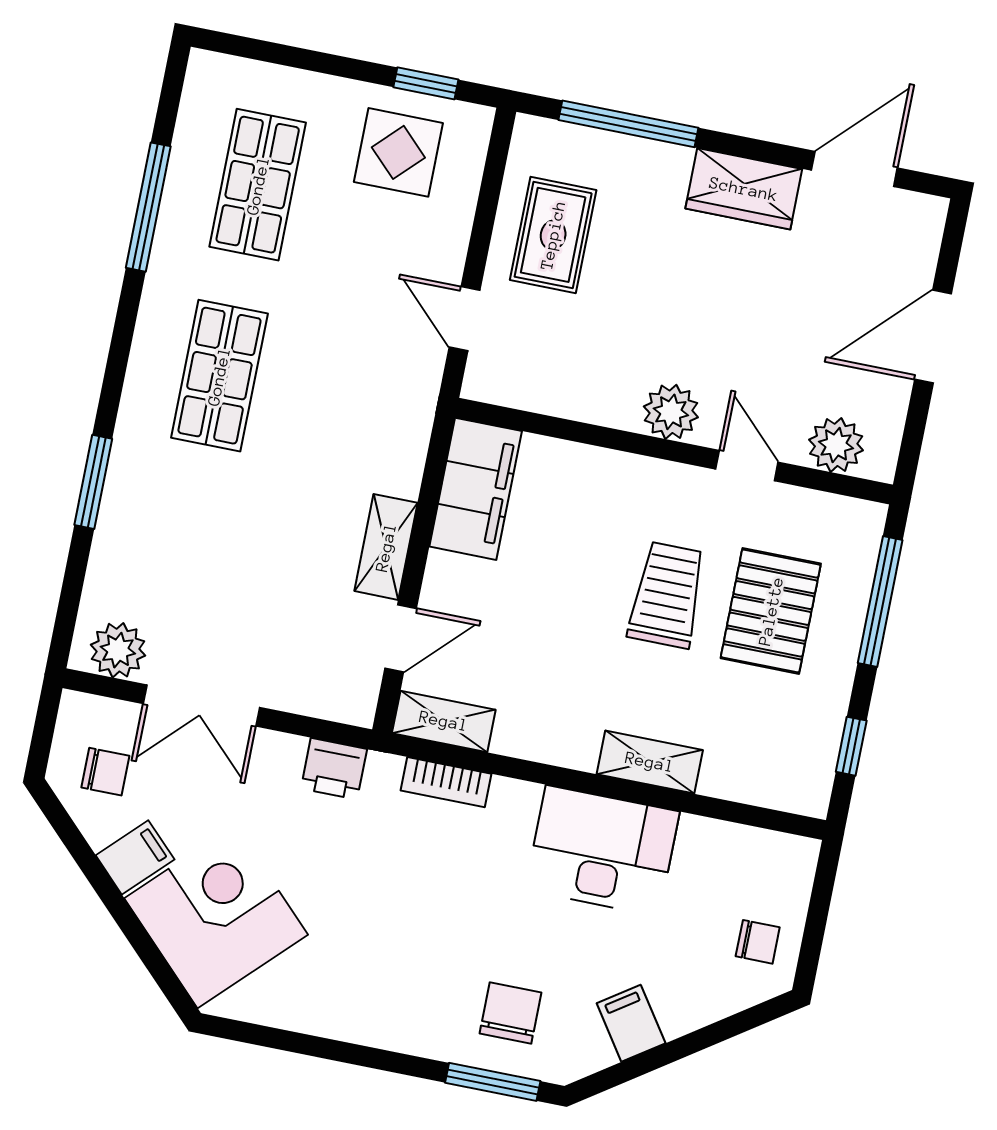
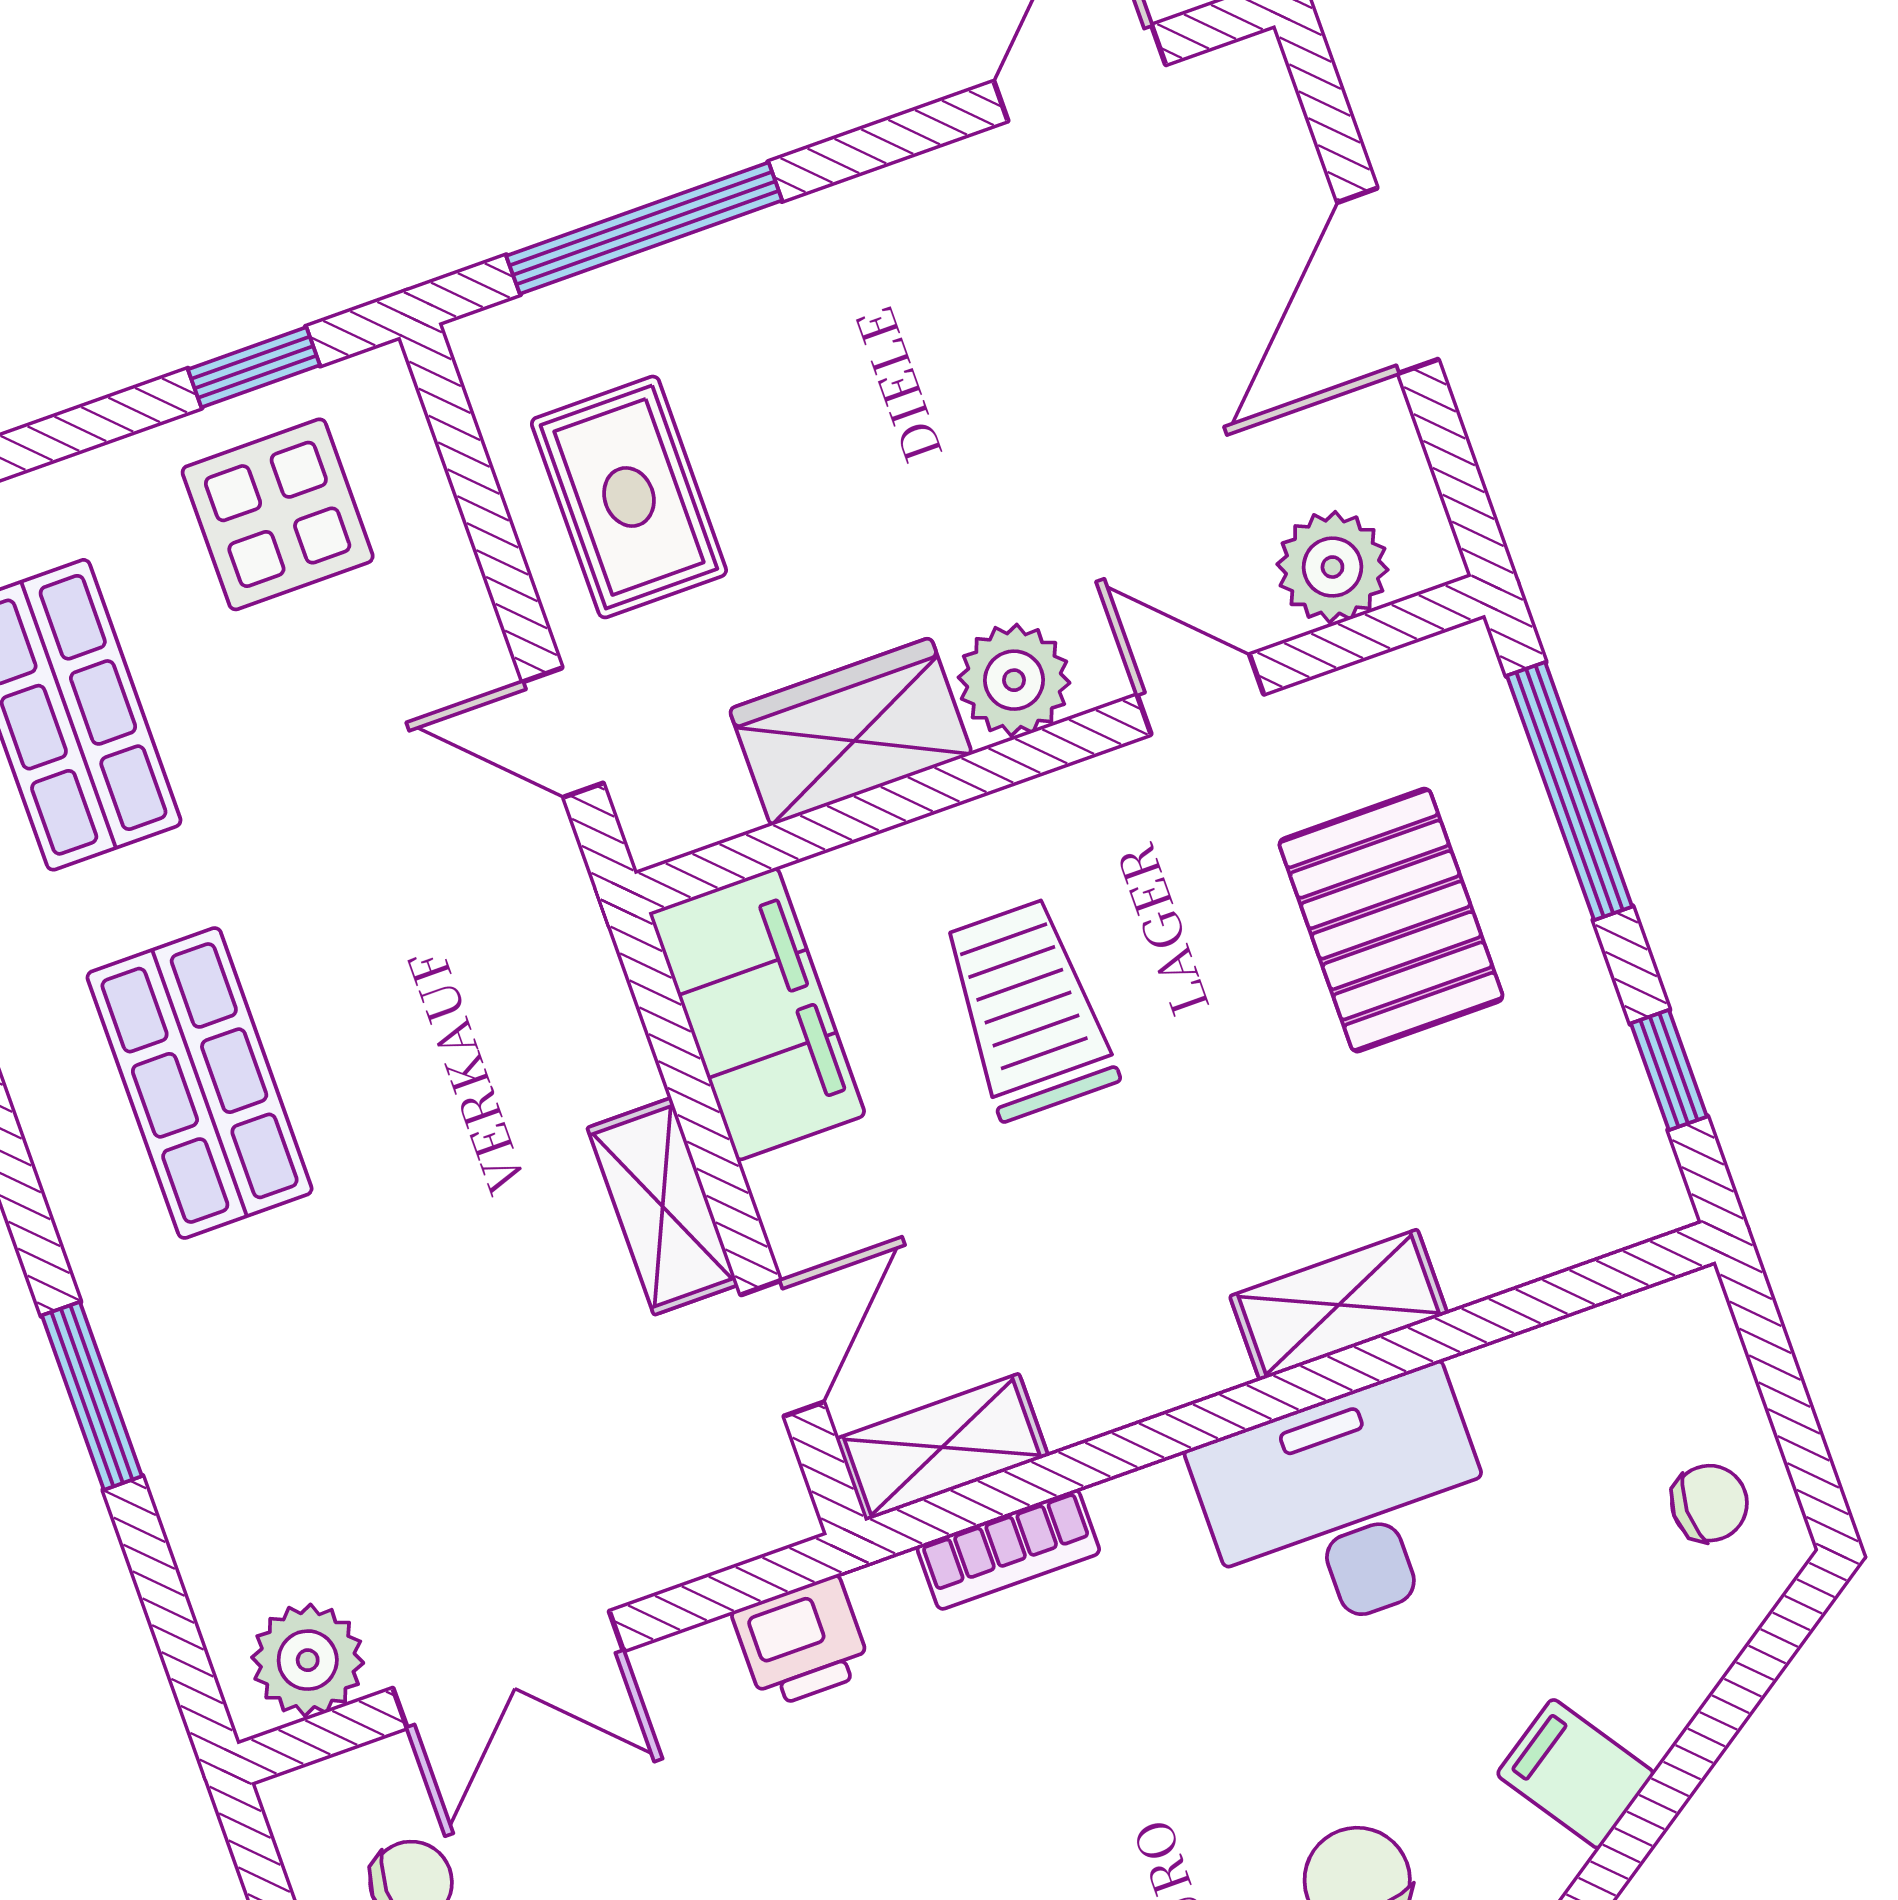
wardrobe: (744, 189) -> (851, 732), moved, turned 180
trolley: (667, 595) -> (1029, 1009), moved

